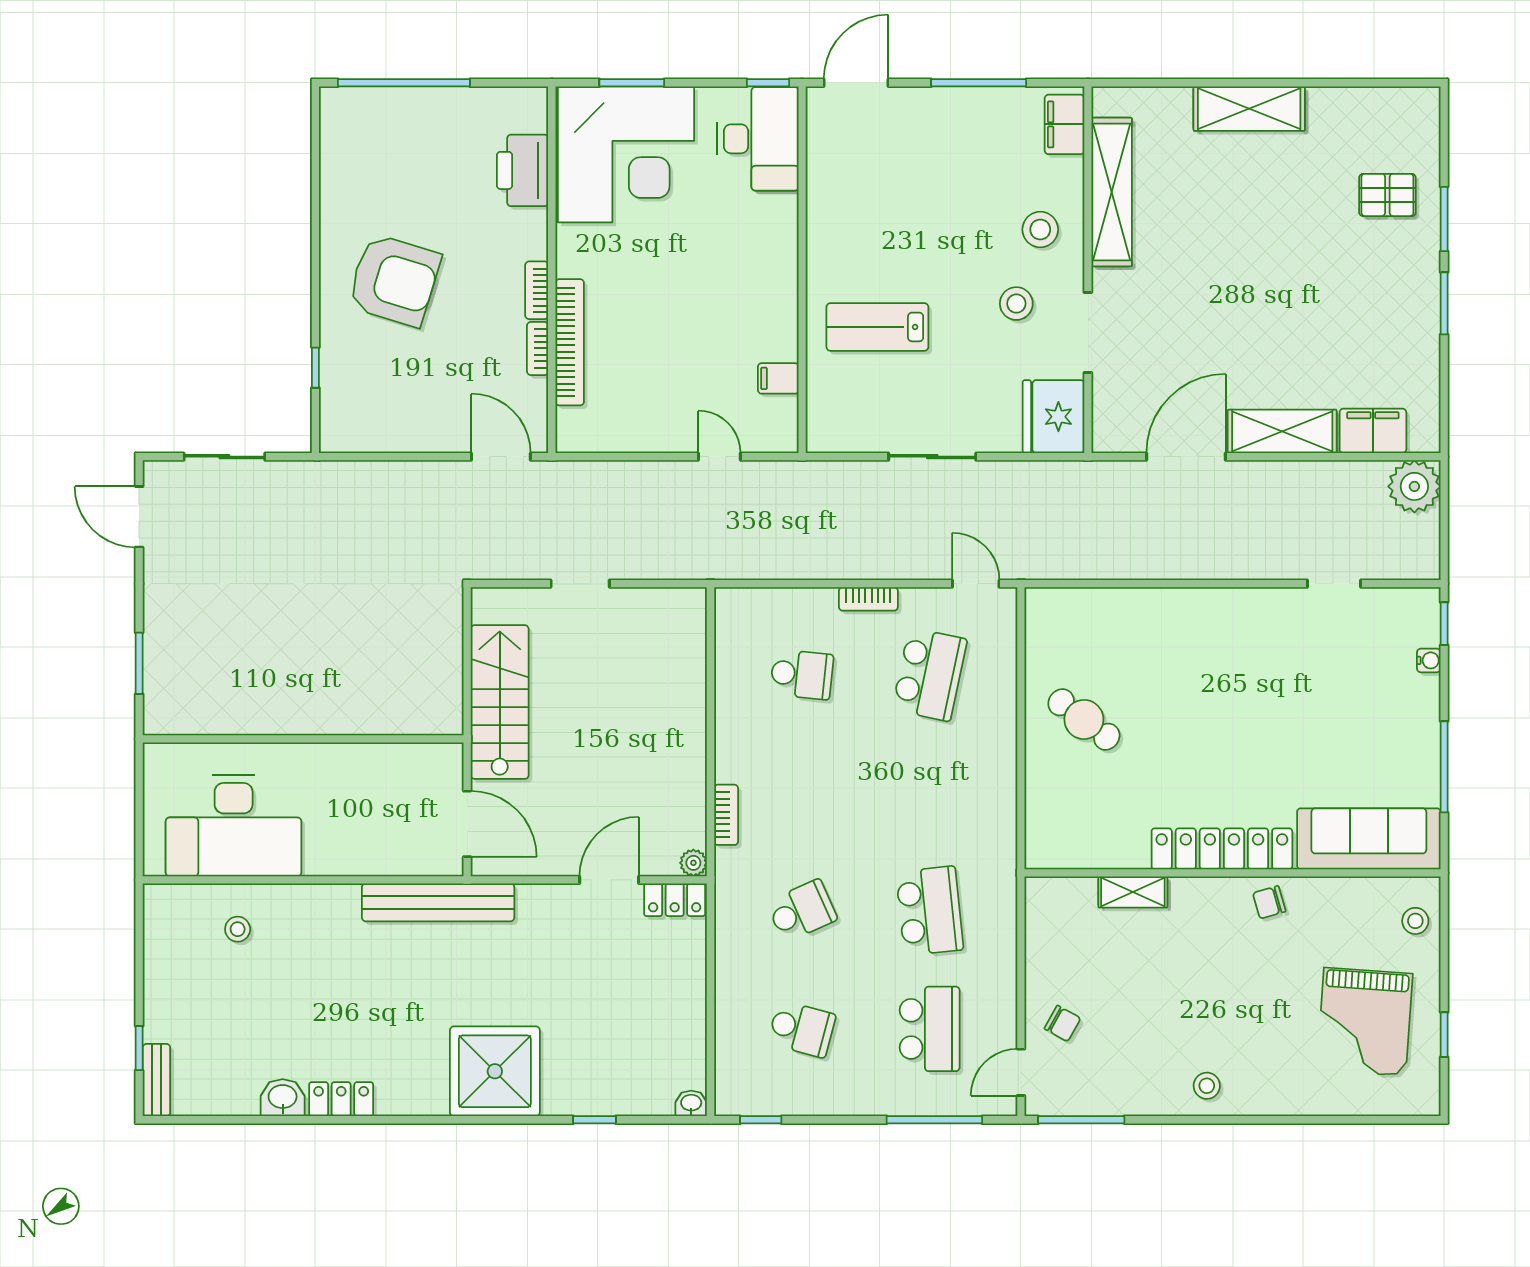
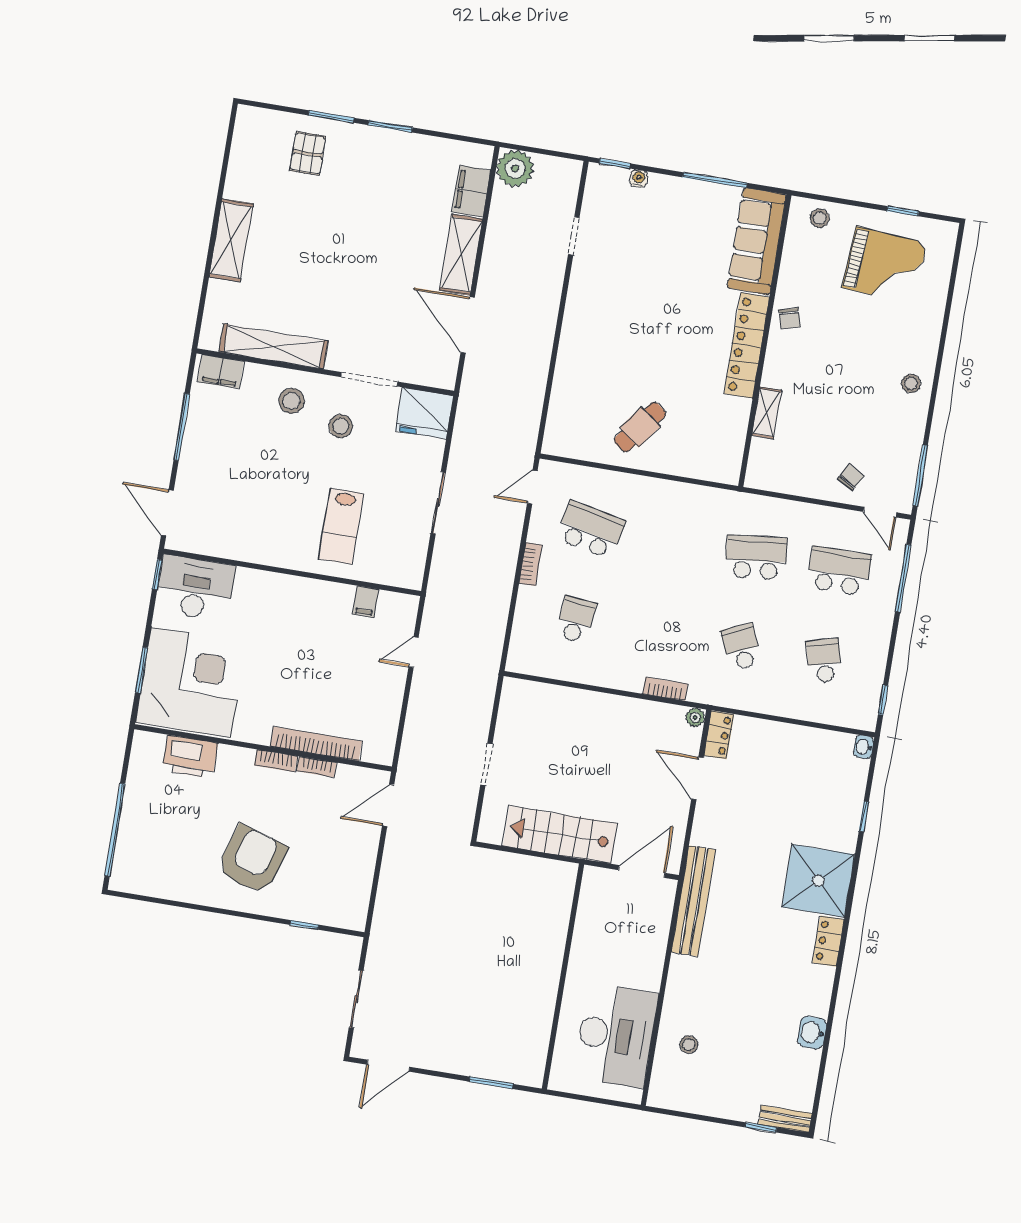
school desk: (802, 1029) -> (824, 661), turned -30
locker: (341, 1099) -> (828, 941), moved

